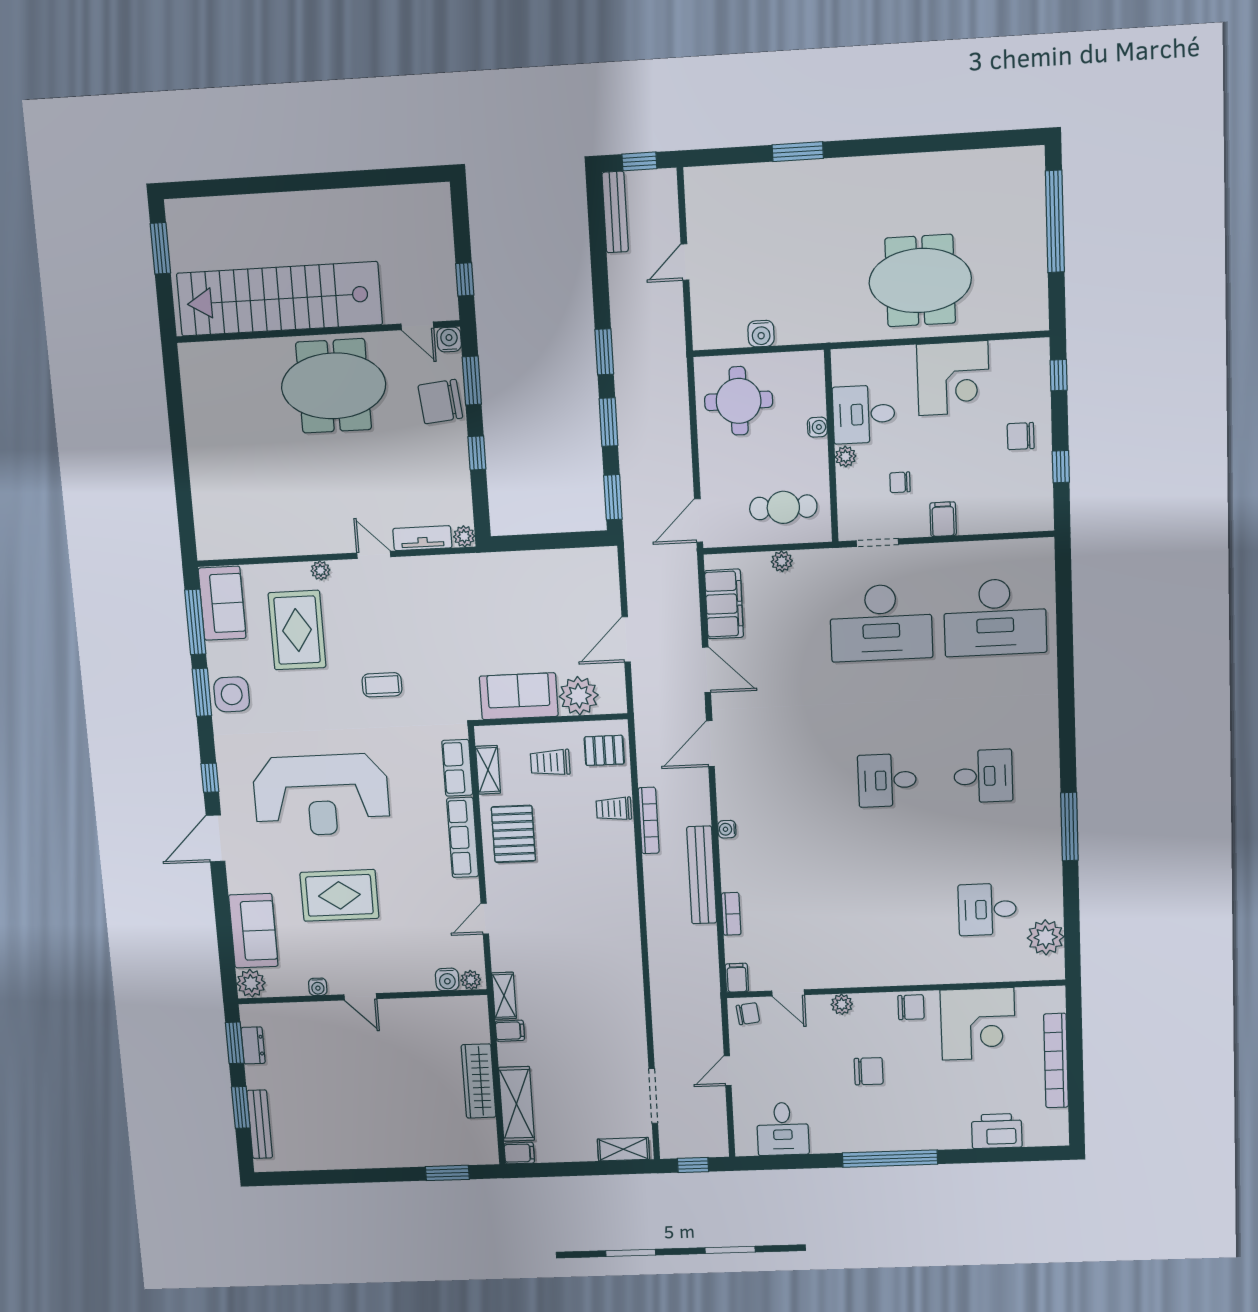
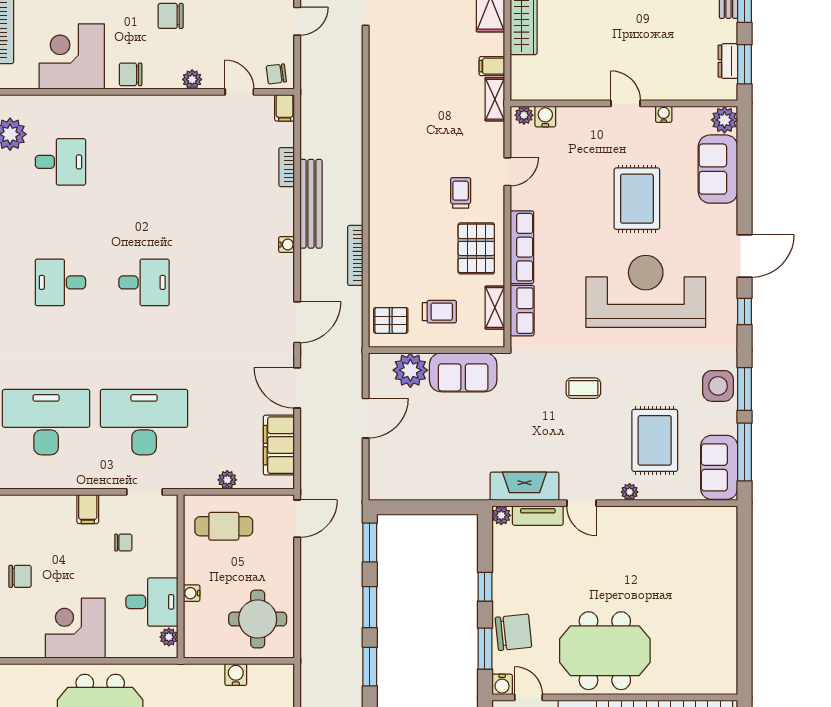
plant: (845, 457) -> (169, 637), moved
fireplace: (440, 571) -> (525, 486), added
trolley: (614, 809) -> (461, 193), moved, turned -90
rug: (339, 895) -> (637, 199), turned 90

